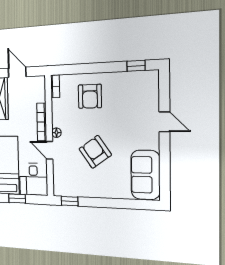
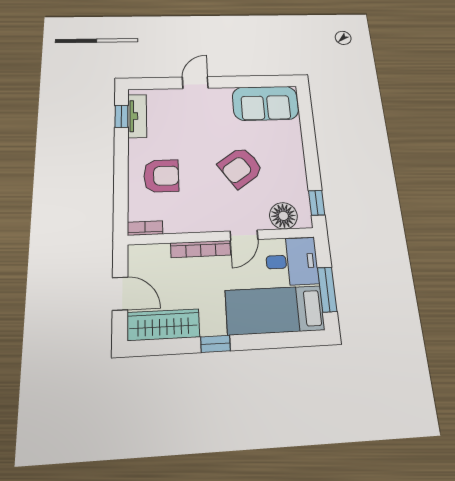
door: (17, 72) -> (120, 294), swing flipped
tv unit: (136, 77) -> (137, 116), added
floor lamp: (56, 133) -> (283, 216), moved, width x1.89, depth x1.89
window: (17, 199) -> (327, 290), width x1.50

